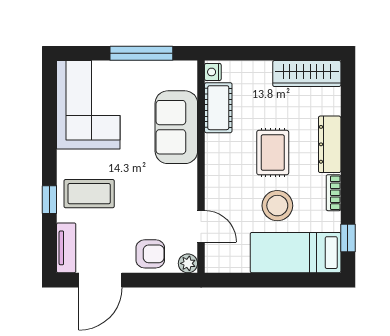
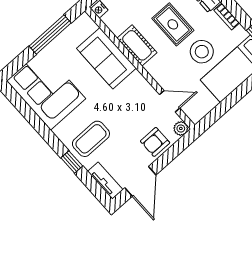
cot: (218, 108) -> (137, 45), moved
armchair: (150, 254) -> (155, 142), turned 180

